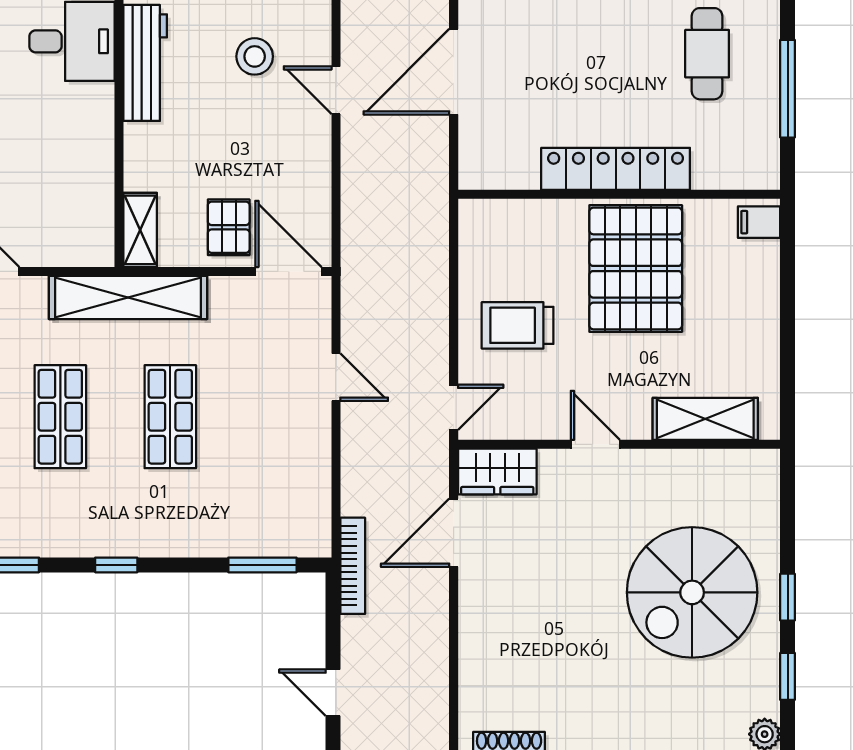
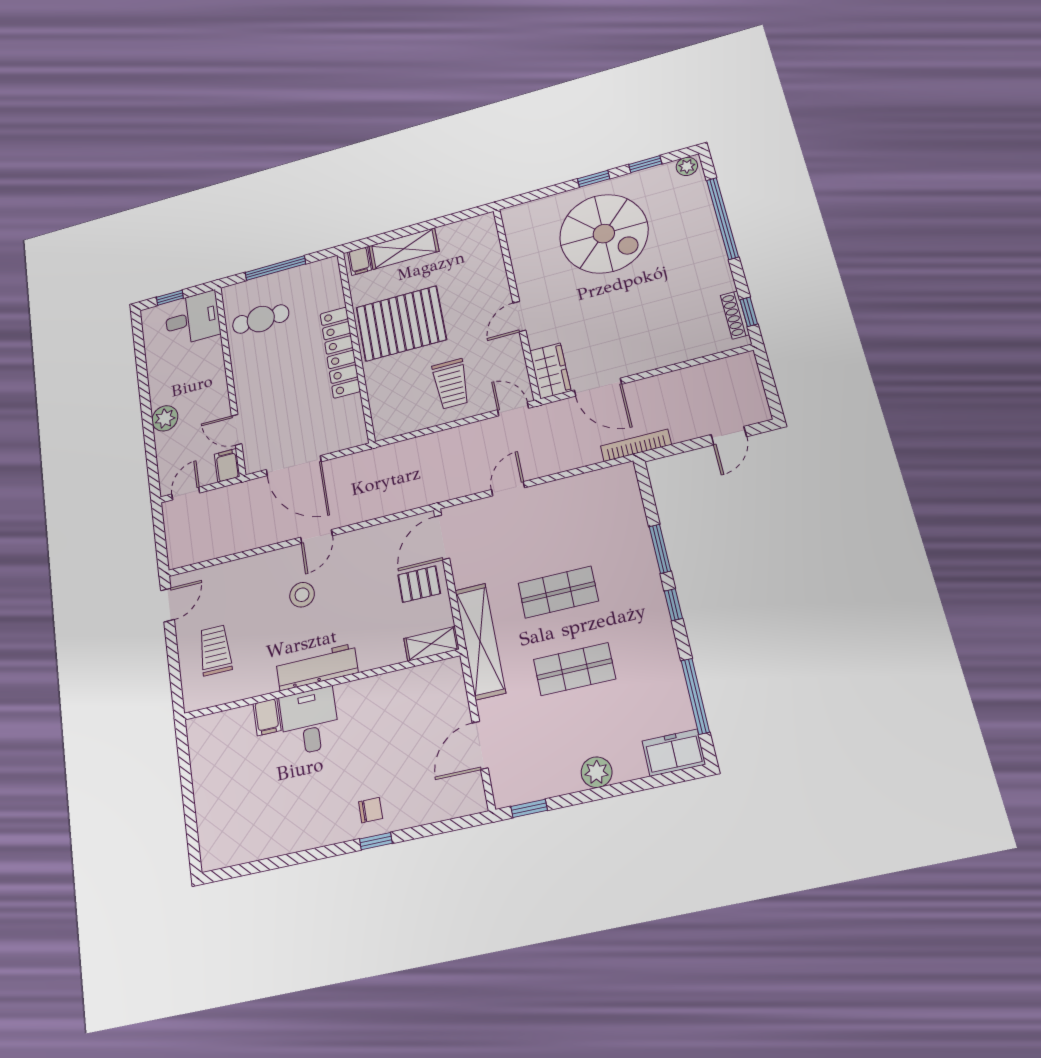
shelving: (705, 419) -> (404, 249), moved, turned 90
window: (262, 565) -> (660, 549), moved

